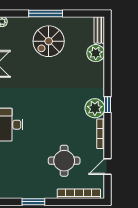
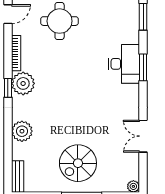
spiral stairs: (49, 41) -> (78, 163), turned 180
plant: (96, 53) -> (22, 131), moved

